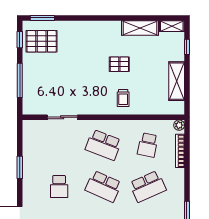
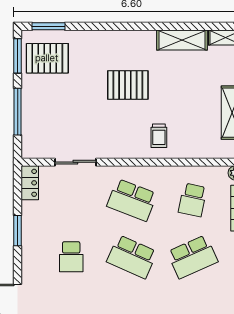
window: (20, 40) -> (18, 56), width x1.50
pallet: (119, 64) -> (128, 85), moved, width x1.50, depth x1.42
locker: (29, 132) -> (30, 183), added

